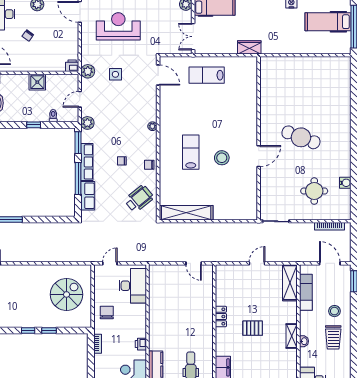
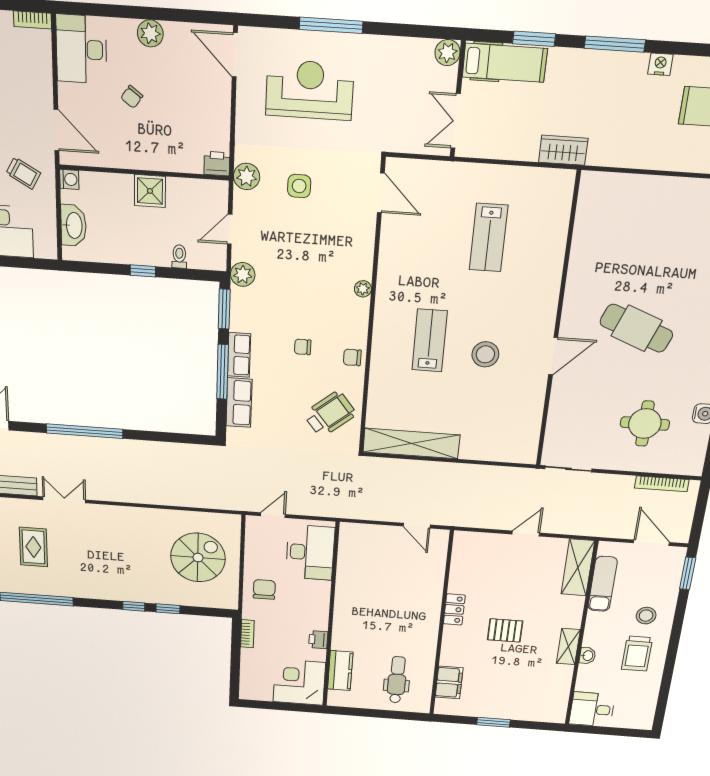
lab bench: (207, 75) -> (489, 238), moved, turned -90
row of seats: (87, 162) -> (239, 355), width x0.68

